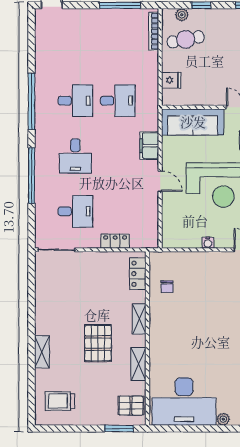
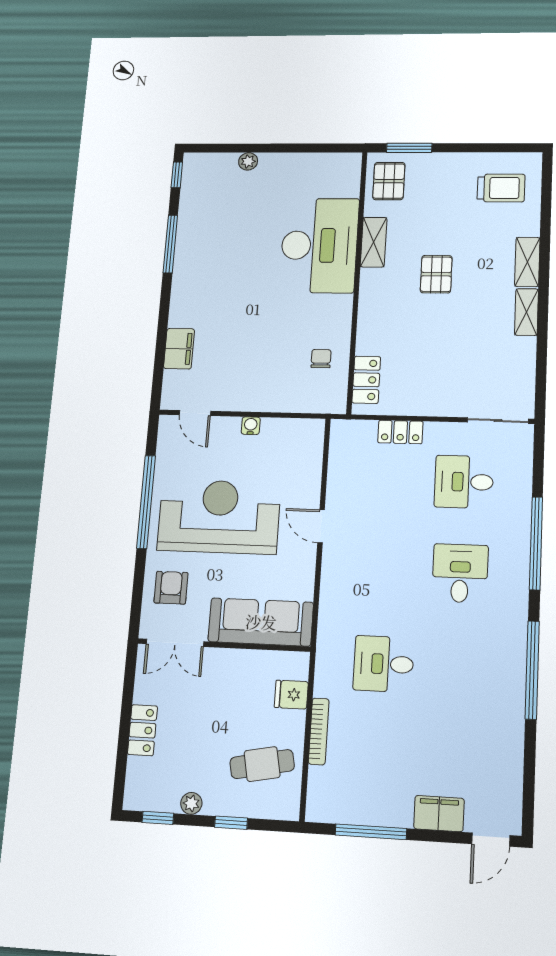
plant: (182, 15) -> (191, 803), moved
bookcase: (154, 31) -> (319, 731), moved
desk: (75, 101) -> (456, 667), removed
filing cabinet: (149, 146) -> (439, 814), moved, turned -90
shelving: (139, 319) -> (526, 312), moved
pallet: (98, 343) -> (436, 274), width x0.67, depth x0.71
desk: (184, 402) -> (319, 245), moved, turned 90
pallet: (131, 406) -> (389, 181), turned 90

